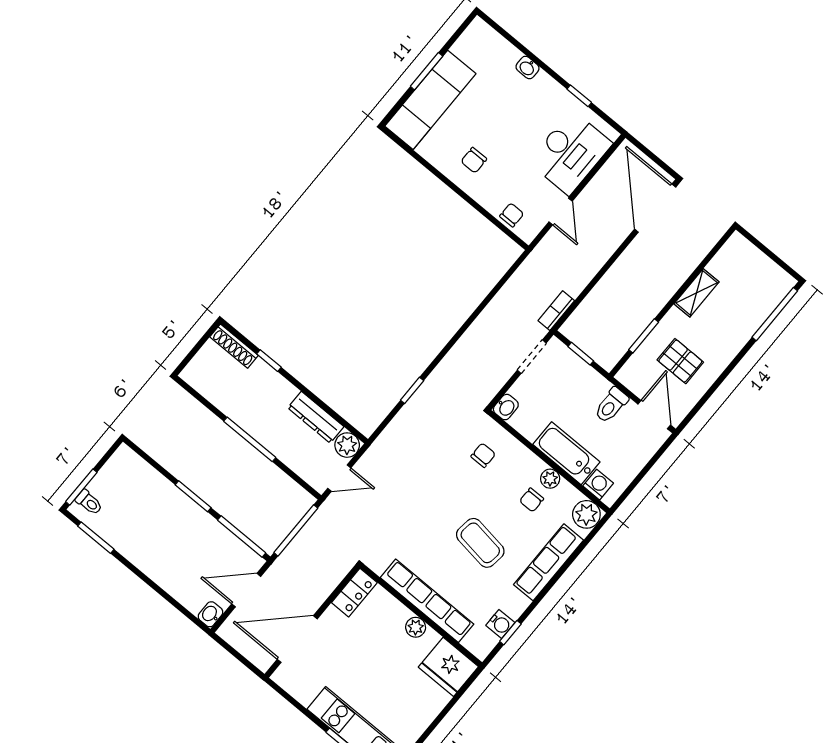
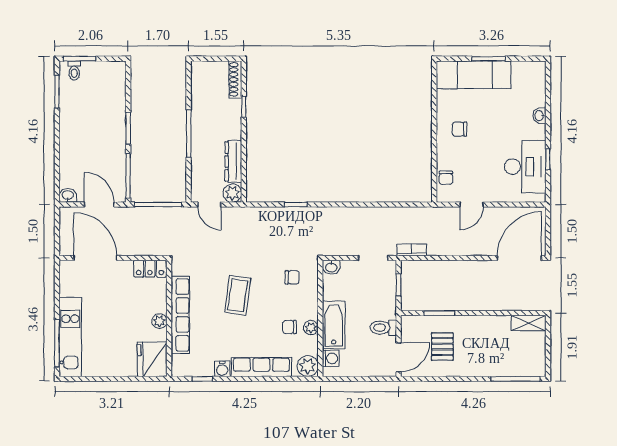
desk: (570, 153) -> (525, 167), moved, turned -90
chair: (512, 215) -> (446, 178), turned 90
shelving: (697, 293) -> (529, 323), moved
coffee table: (480, 543) -> (238, 295), moved
water cooler: (500, 624) -> (222, 369), moved

